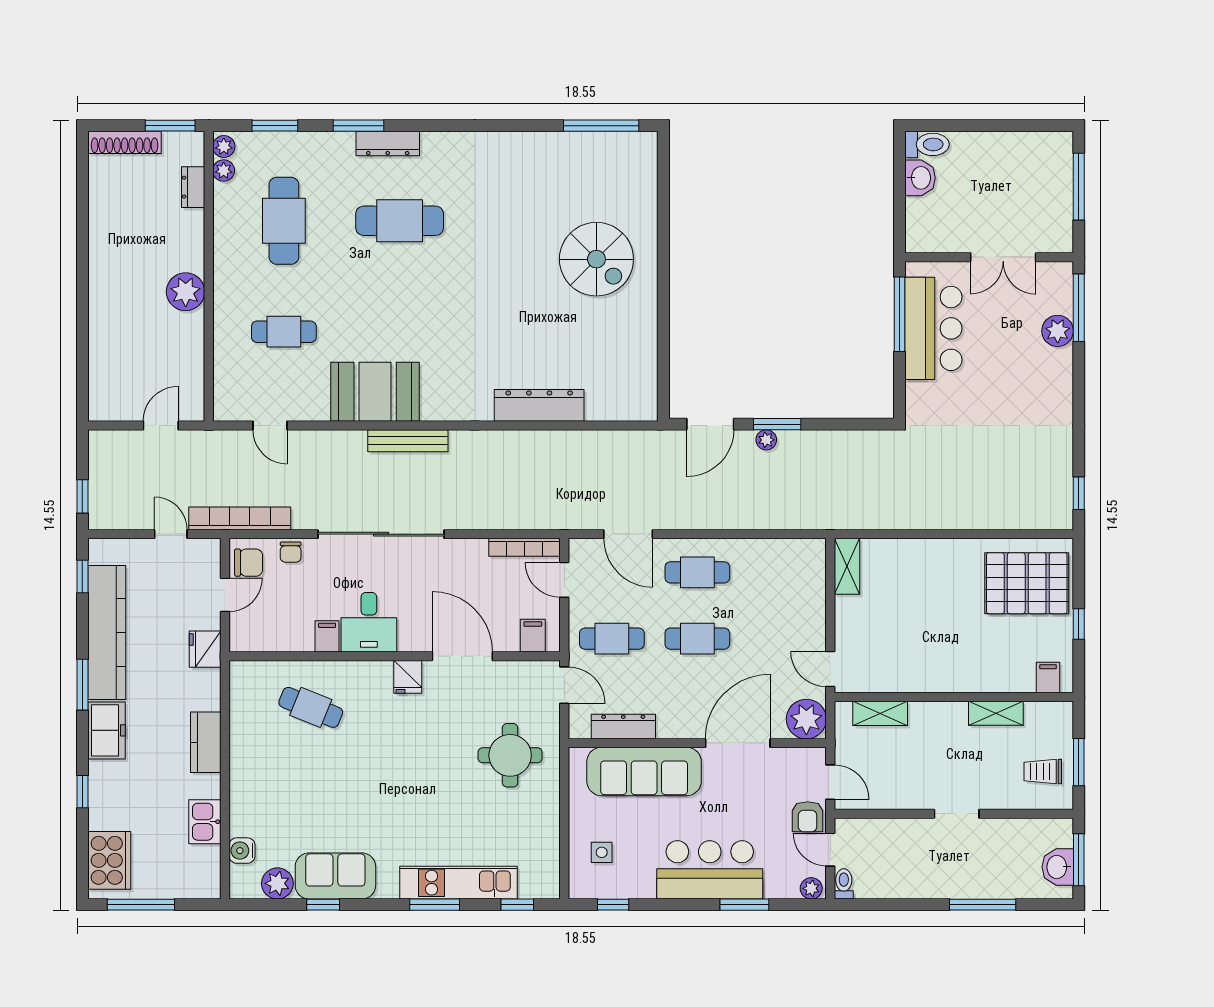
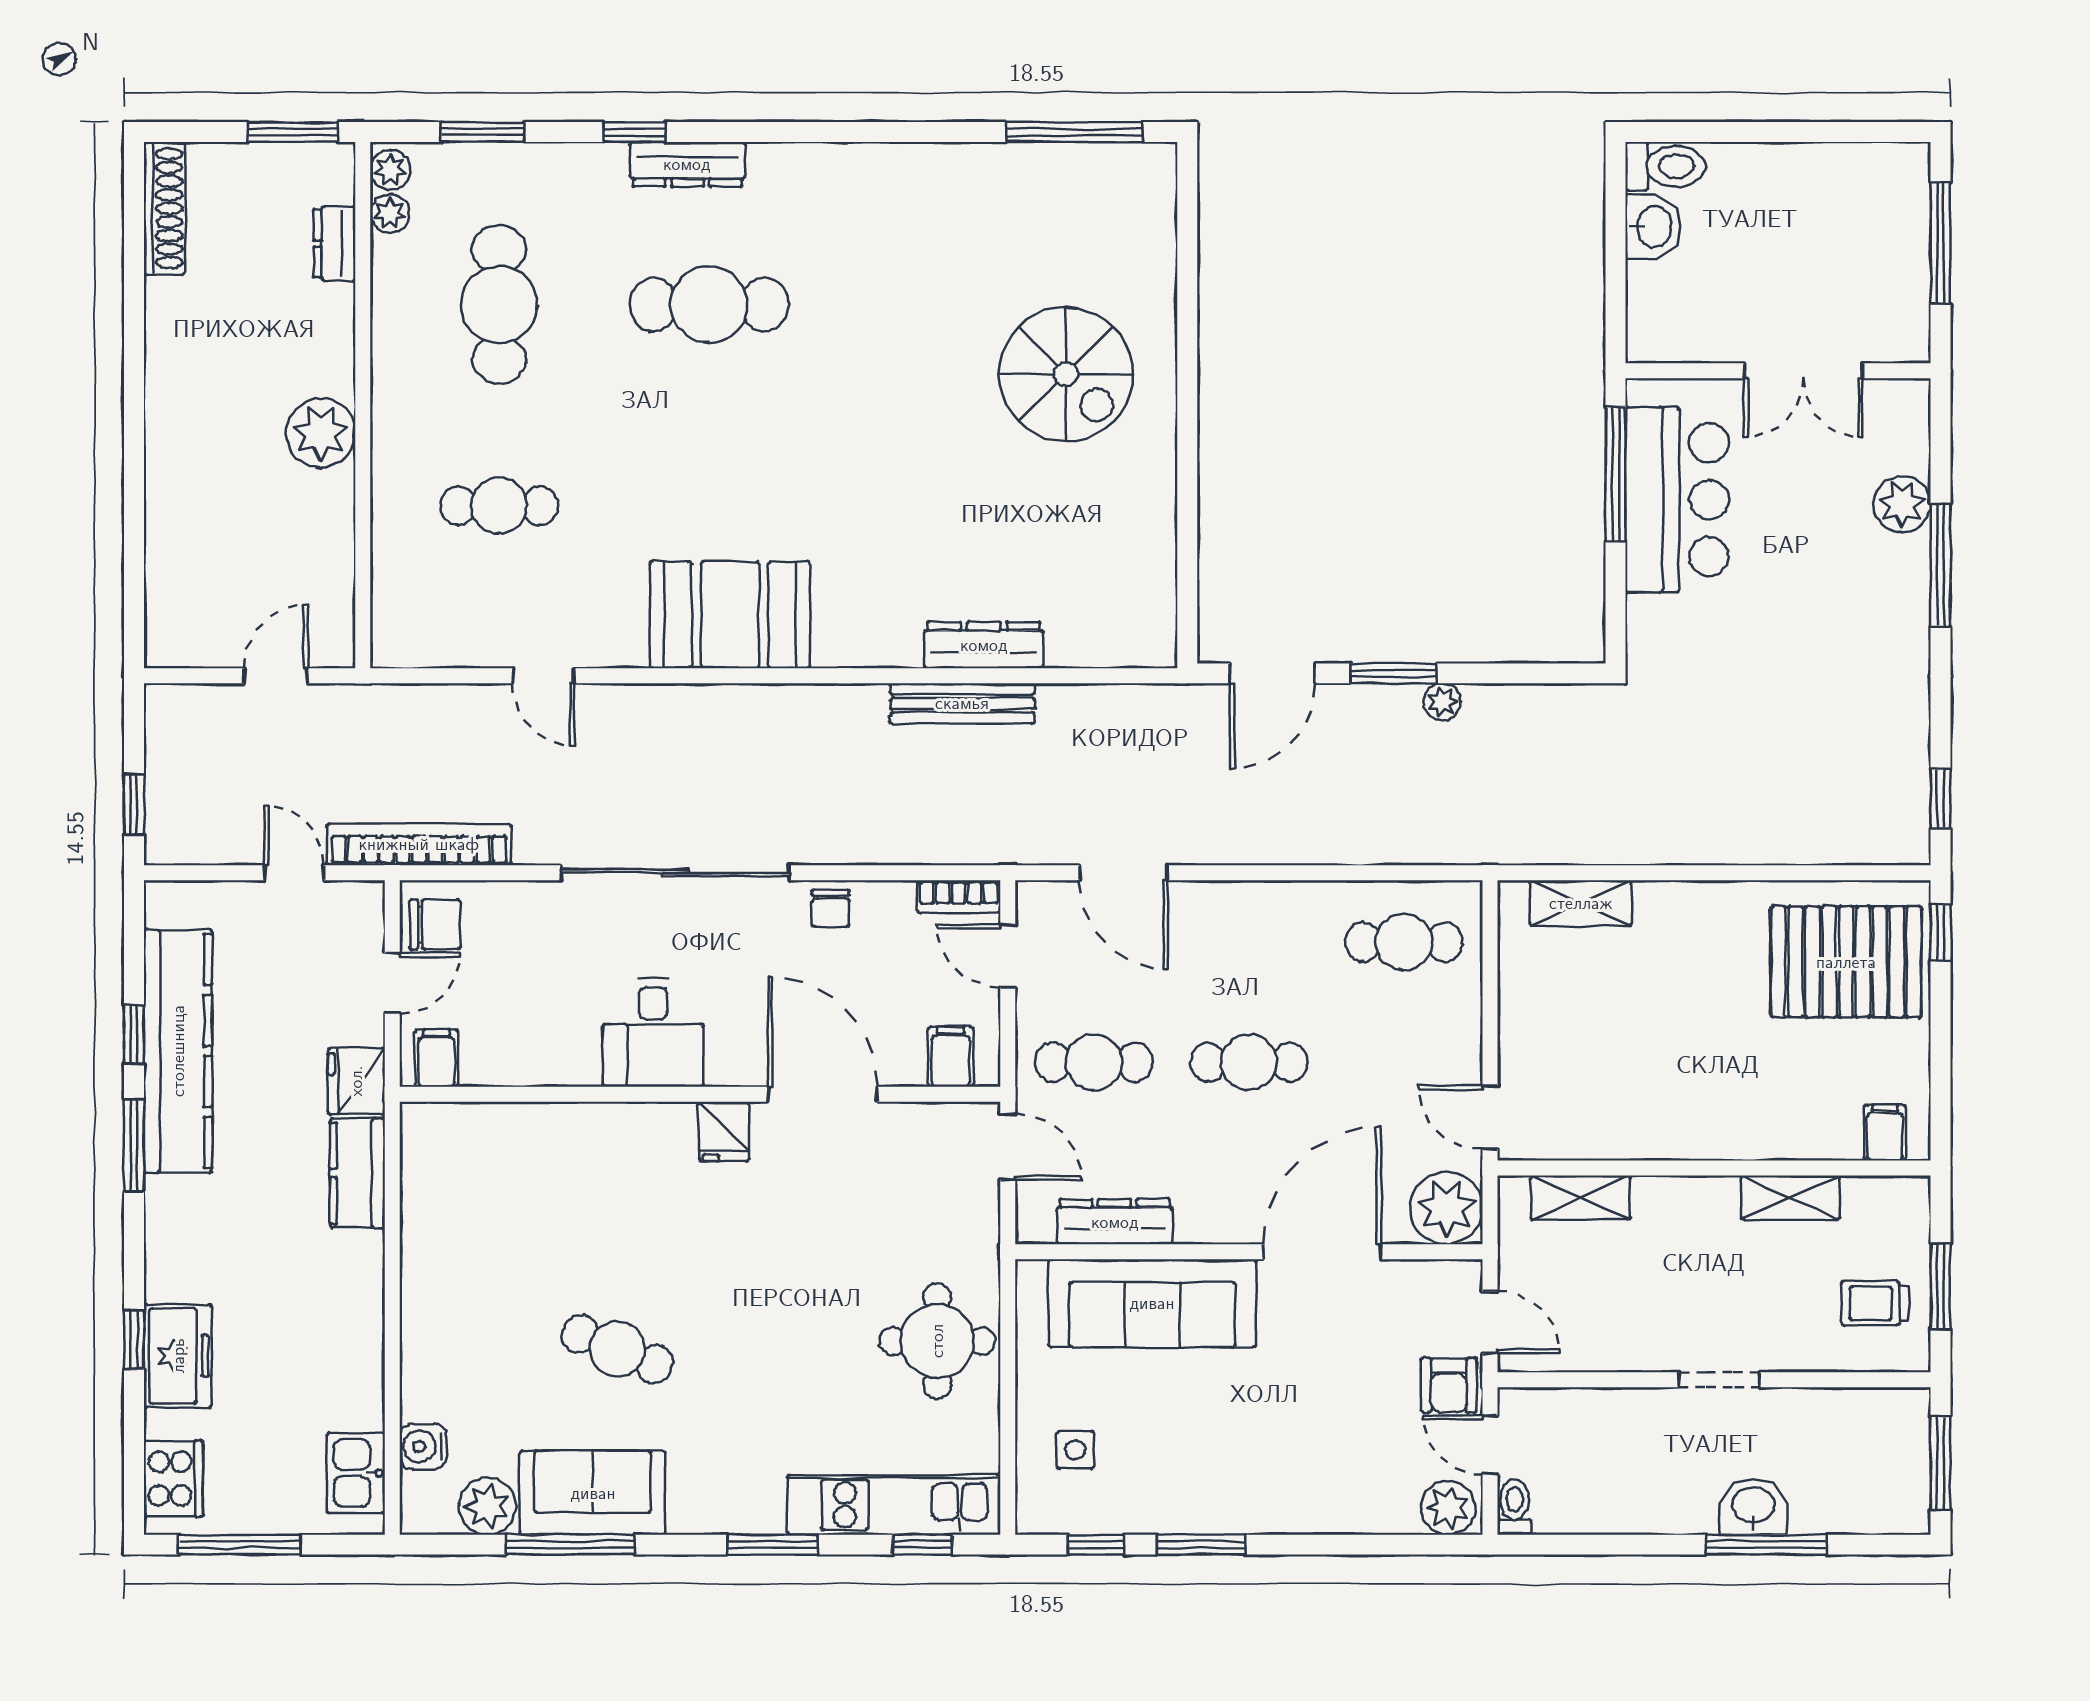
window: (359, 126) -> (635, 132), width x0.67
shoe rack: (125, 142) -> (164, 208), moved, turned -90
window: (1079, 308) -> (1940, 565), moved
booth: (375, 392) -> (730, 615), moved
dresser: (539, 405) -> (984, 645), width x0.73, depth x0.80
door: (270, 426) -> (543, 676), moved
plant: (766, 440) -> (1442, 702), moved
bench: (408, 441) -> (962, 703), moved
bookcase: (525, 547) -> (959, 897), width x0.64
chair: (291, 552) -> (831, 908), moved
shelving: (847, 566) -> (1581, 903), moved, turned 90
cafe table: (697, 572) -> (1404, 942), moved
window: (82, 576) -> (134, 1034), moved
window: (1079, 624) -> (1940, 933), moved
filing cabinet: (327, 636) -> (436, 1058), moved
cafe table: (311, 707) -> (617, 1349), moved
freezer: (107, 730) -> (178, 1356), moved
kitchen counter: (206, 742) -> (358, 1173), moved
round table: (510, 755) -> (937, 1341), moved
kitchen sink: (205, 822) -> (356, 1473), moved
cooker: (109, 860) -> (173, 1479), width x0.73, depth x0.76
washbasin: (1058, 867) -> (1753, 1507), moved, turned 90
bar counter: (710, 870) -> (1271, 1482), removed
kitchen unit: (459, 883) -> (894, 1505), moved
plant: (811, 888) -> (1448, 1508), width x1.38, depth x1.38
window: (323, 905) -> (570, 1545), width x2.17
window: (744, 905) -> (1201, 1545), moved

